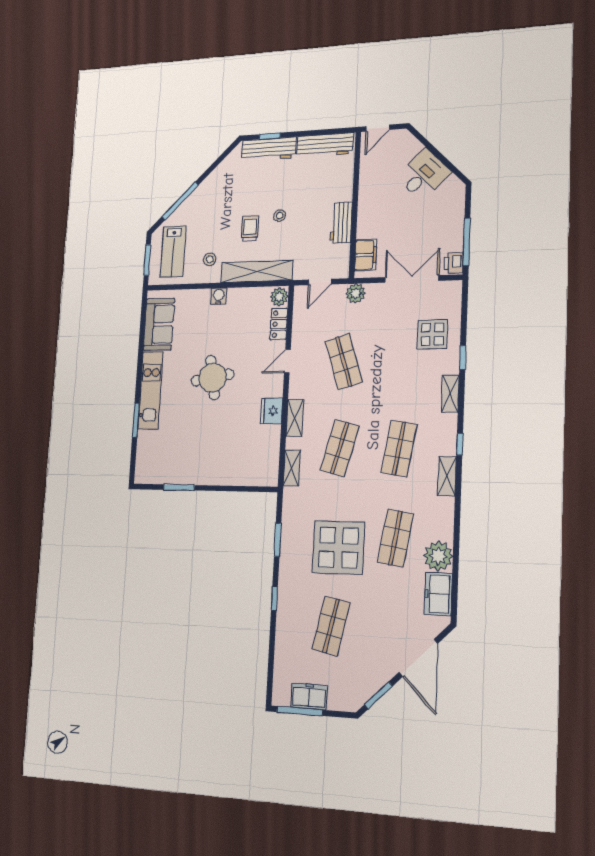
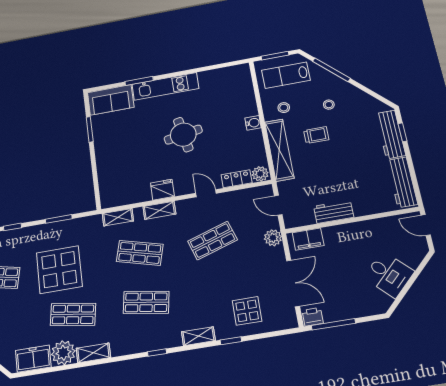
stool: (280, 216) -> (329, 105), moved
sofa: (159, 324) -> (111, 100), moved
shelving: (447, 476) -> (93, 353), moved

